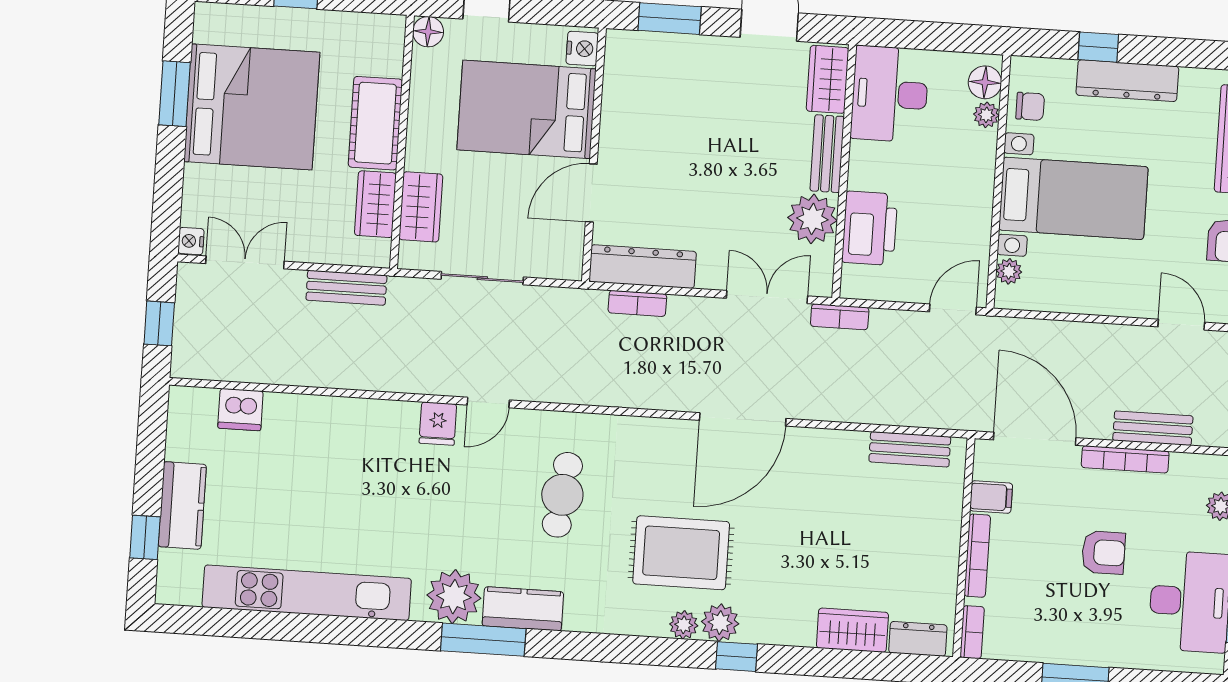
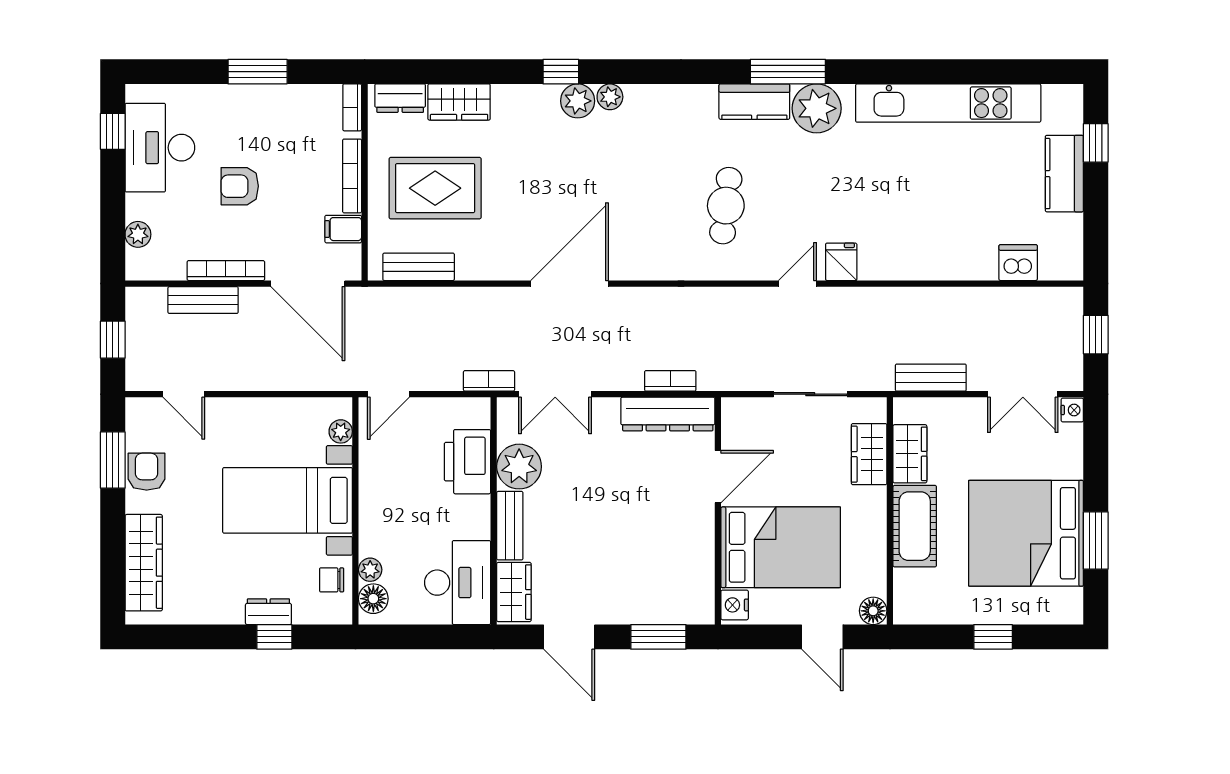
dresser: (1127, 81) -> (268, 612), width x0.51, depth x0.80
rug: (681, 553) -> (435, 188), moved

